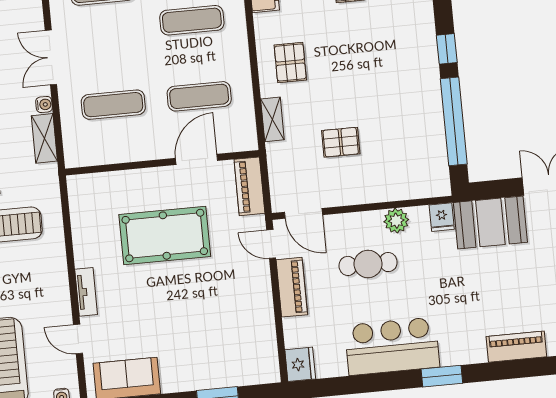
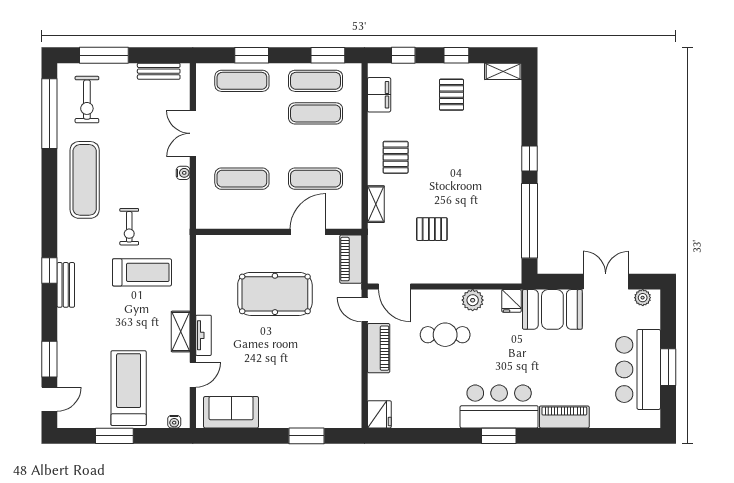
shelving: (44, 138) -> (181, 332), moved
door: (78, 339) -> (193, 375), swing flipped
bar counter: (392, 346) -> (499, 406), moved

